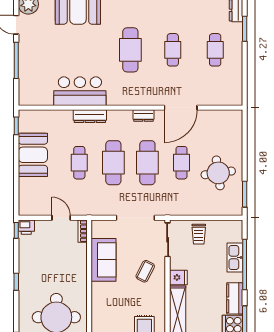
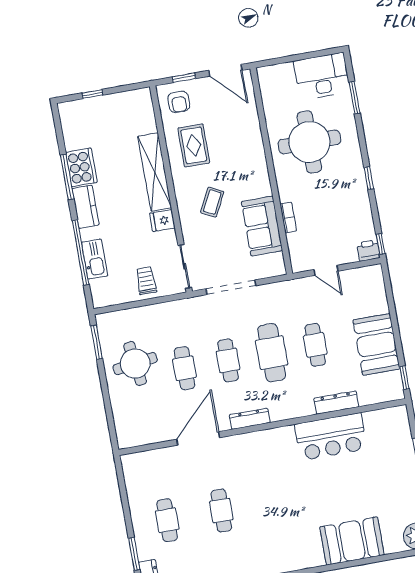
cafe table: (130, 50) -> (276, 501), removed
dresser: (90, 116) -> (336, 403), moved
dresser: (144, 116) -> (250, 419), width x1.44
cafe table: (147, 163) -> (228, 360), width x0.73, depth x0.74
bookcase: (83, 231) -> (288, 218), moved
coffee table: (145, 271) -> (212, 202), moved

